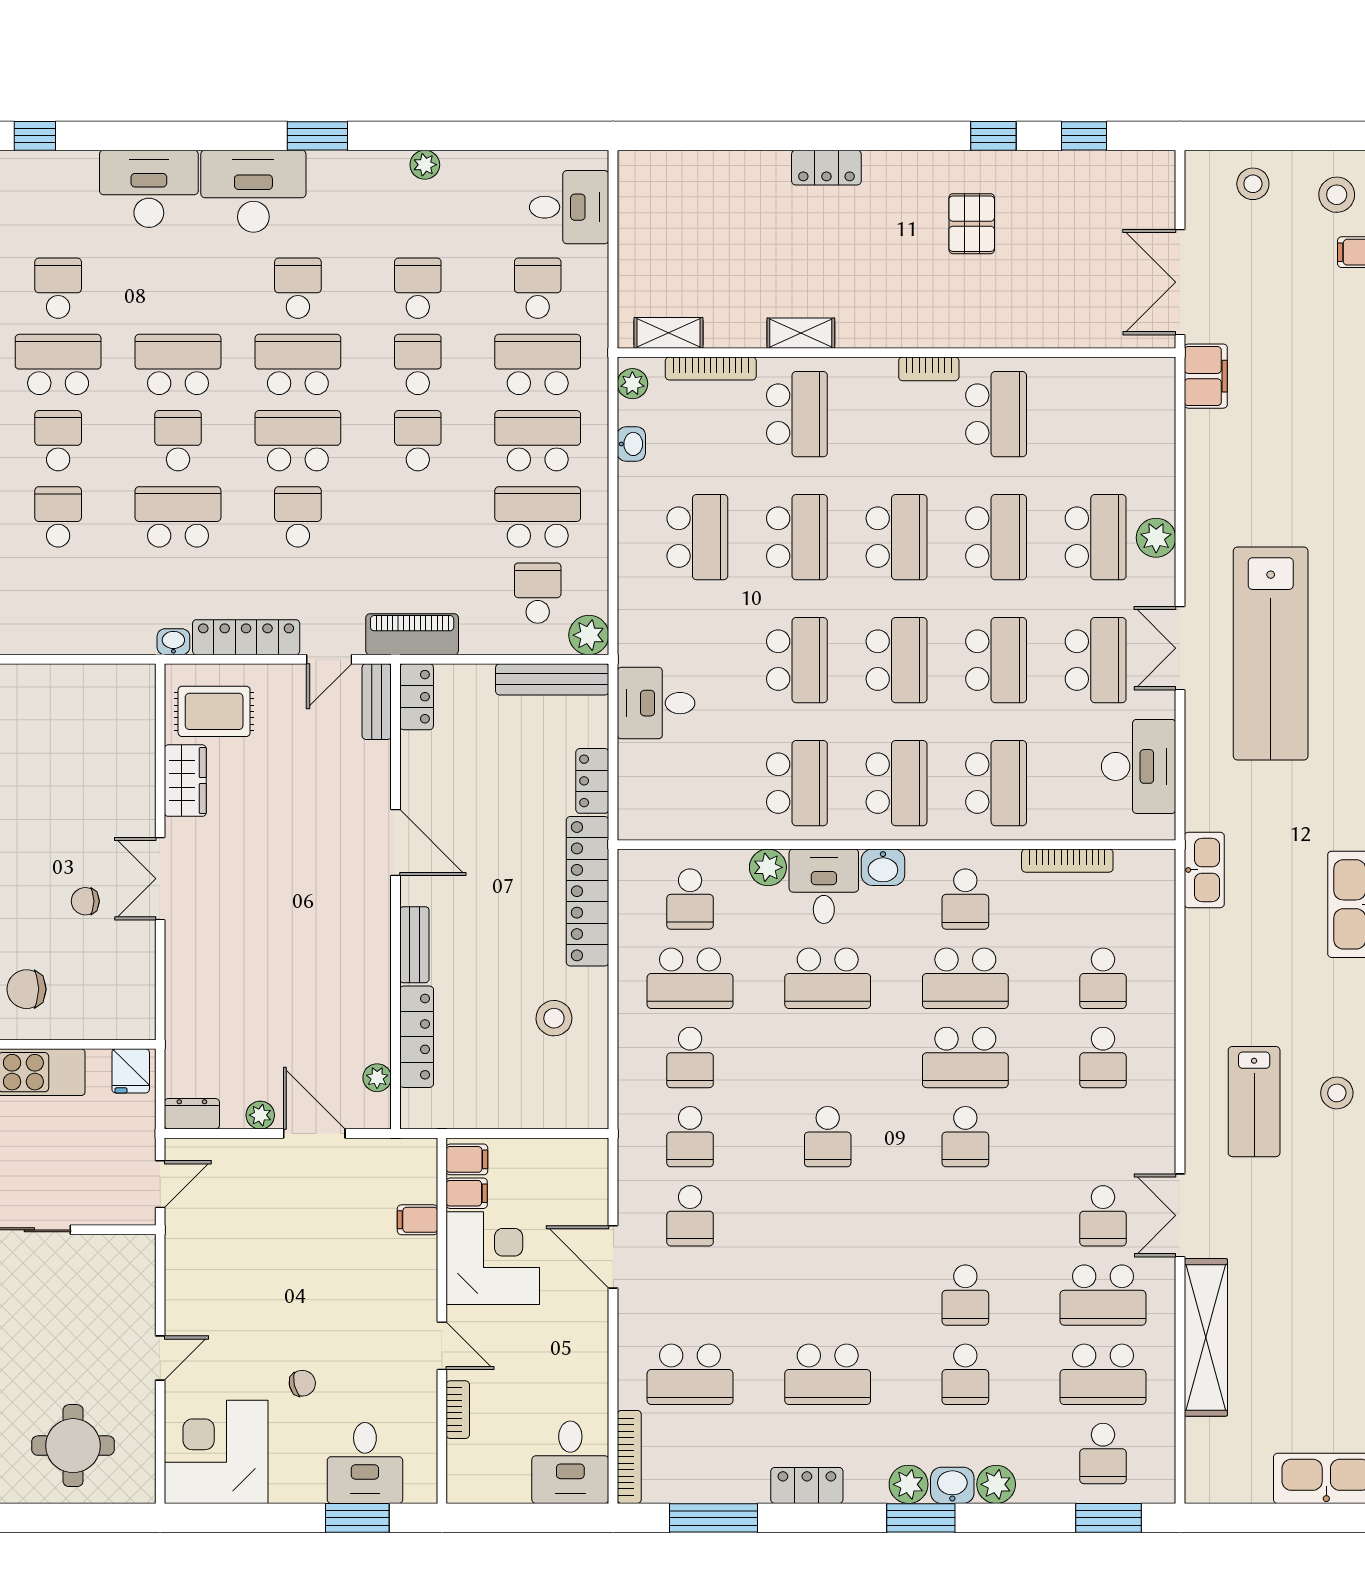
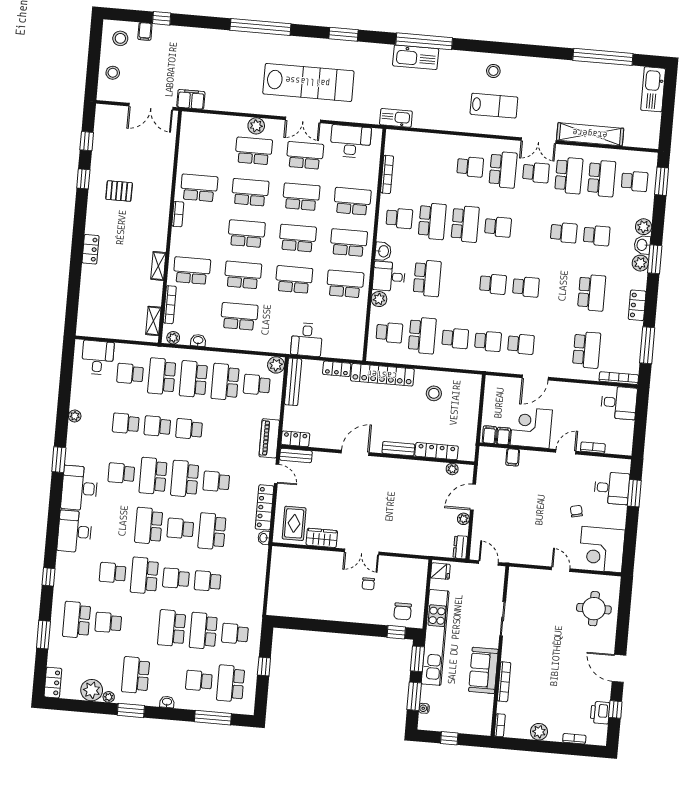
school desk: (1103, 978) -> (503, 170), moved, width x1.85
school desk: (828, 1216) -> (526, 287), added

